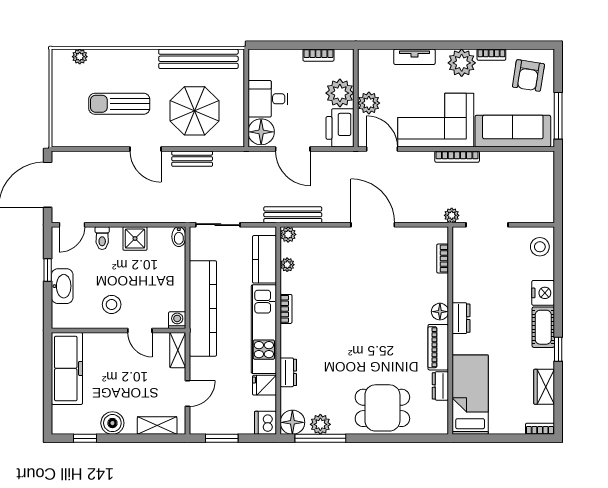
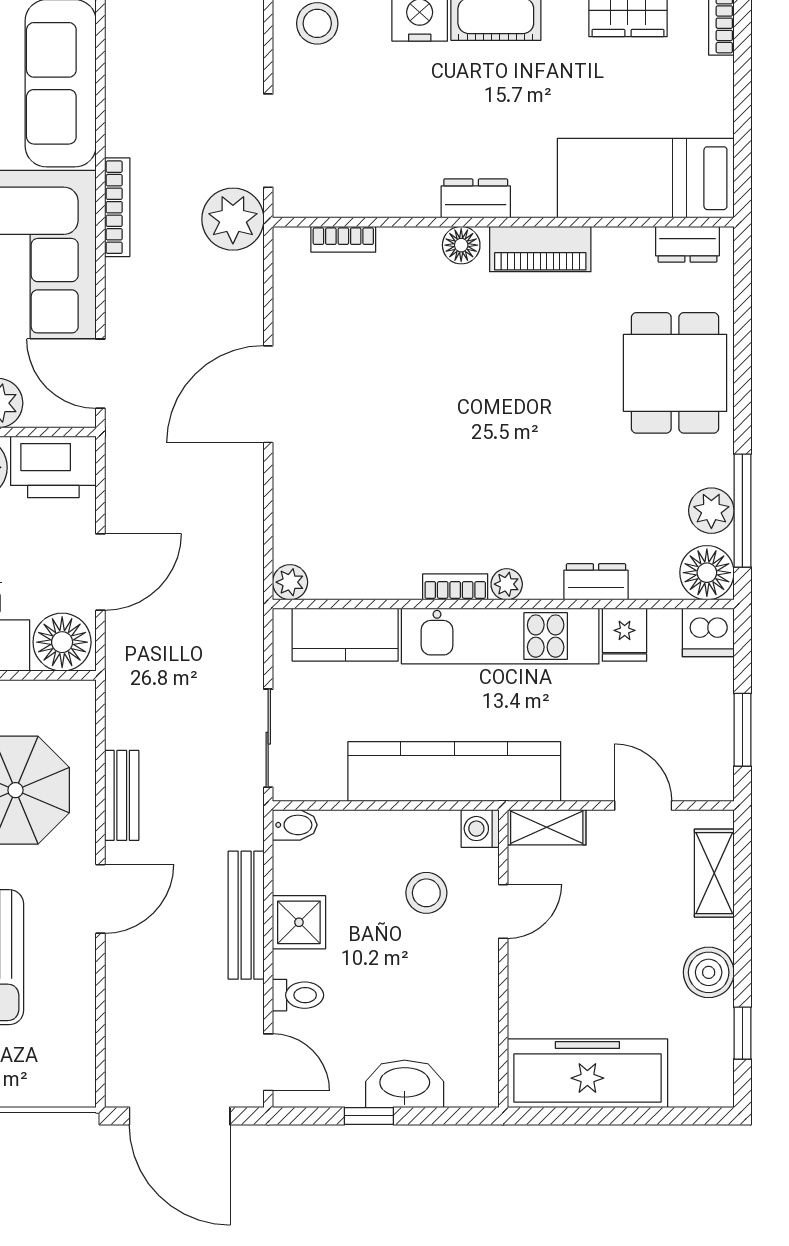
door: (382, 149) -> (100, 374), hinge flipped
bench: (293, 215) -> (246, 915), moved
plant: (452, 215) -> (233, 219), width x1.88, depth x1.88
plant: (287, 265) -> (507, 584), moved
stool: (112, 304) -> (426, 893), moved
dresser: (440, 386) -> (687, 244), moved

